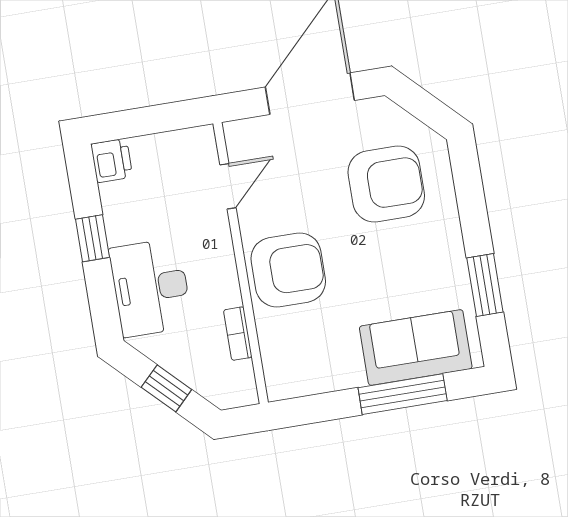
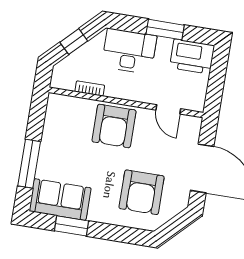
printer: (112, 160) -> (192, 56), width x1.87, depth x1.48
window: (92, 238) -> (165, 30), width x1.50
sofa: (416, 348) -> (60, 200), moved, turned -90

